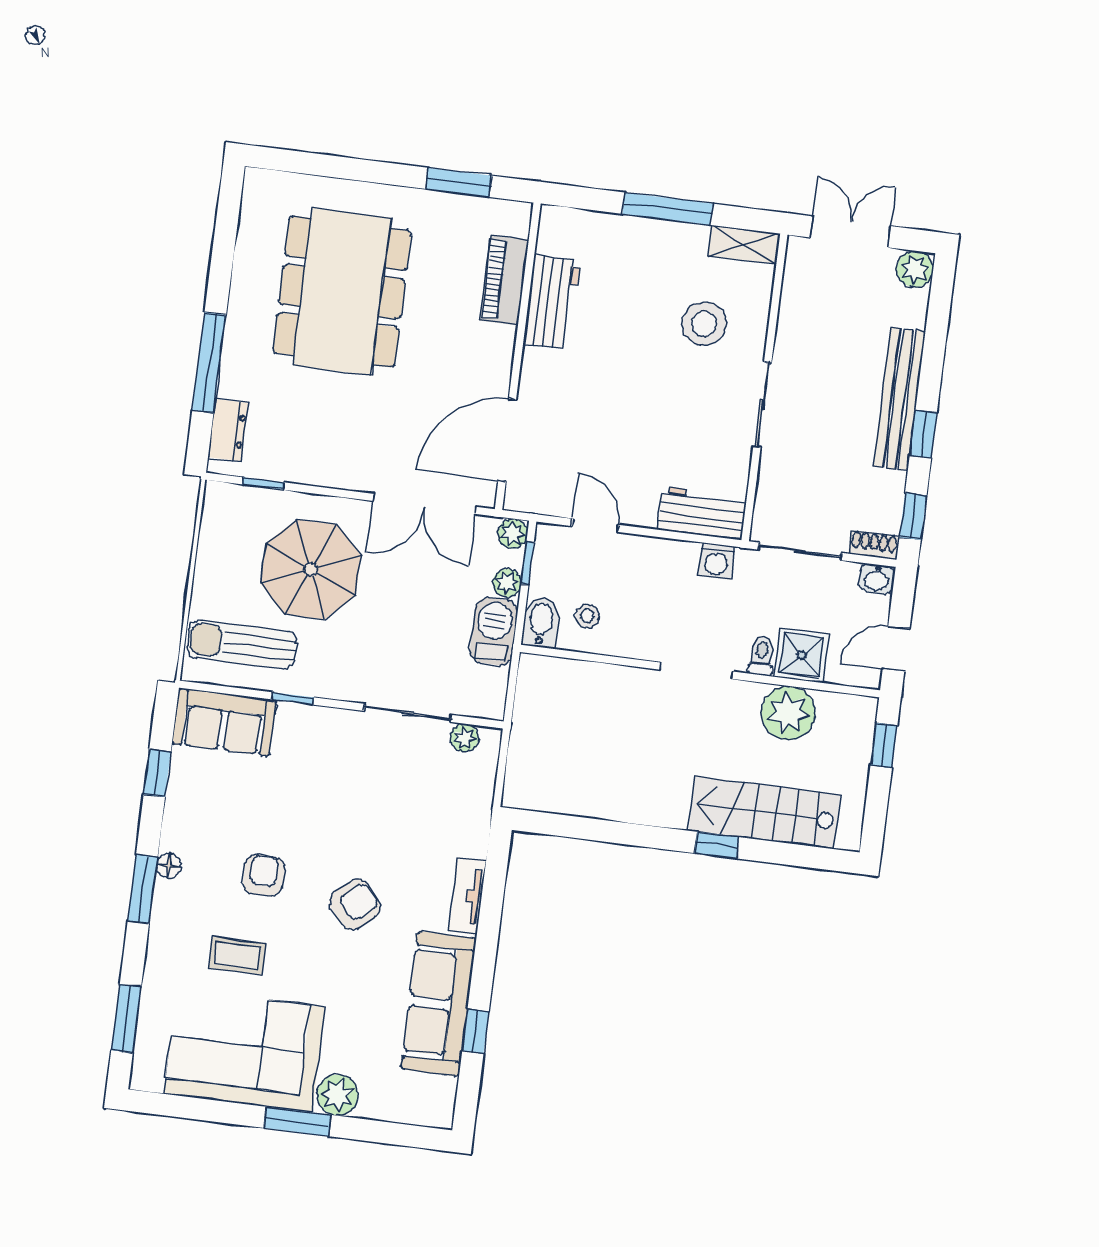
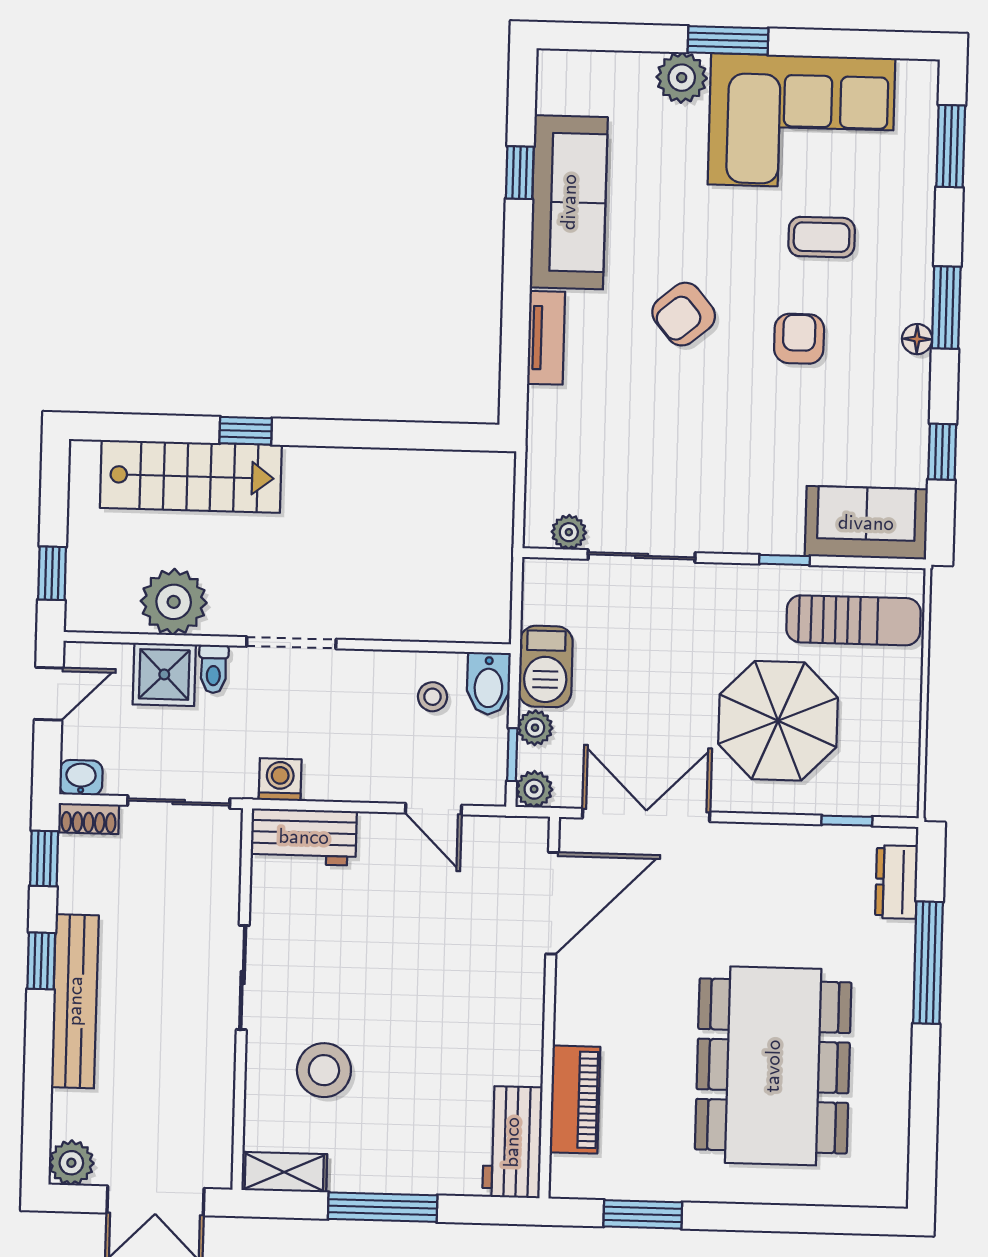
workbench: (552, 302) -> (512, 1142), moved
armchair: (264, 875) -> (799, 339), turned 180

